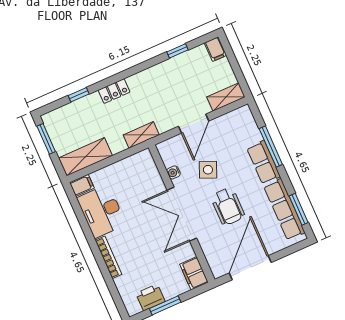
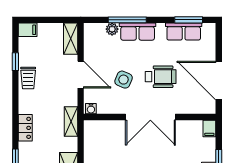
trolley: (166, 71) -> (28, 78), added
plant: (254, 135) -> (112, 29), added
water cooler: (173, 172) -> (91, 109), moved
row of seats: (284, 209) -> (184, 32), width x0.68
filing cabinet: (194, 273) -> (209, 128), width x0.50

